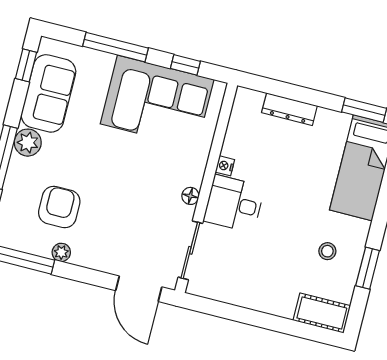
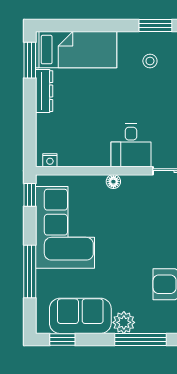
window: (185, 65) -> (30, 195), moved
dresser: (289, 109) -> (44, 91), moved
nightstand: (225, 166) -> (50, 160), moved
floor lamp: (190, 196) -> (113, 182), moved

